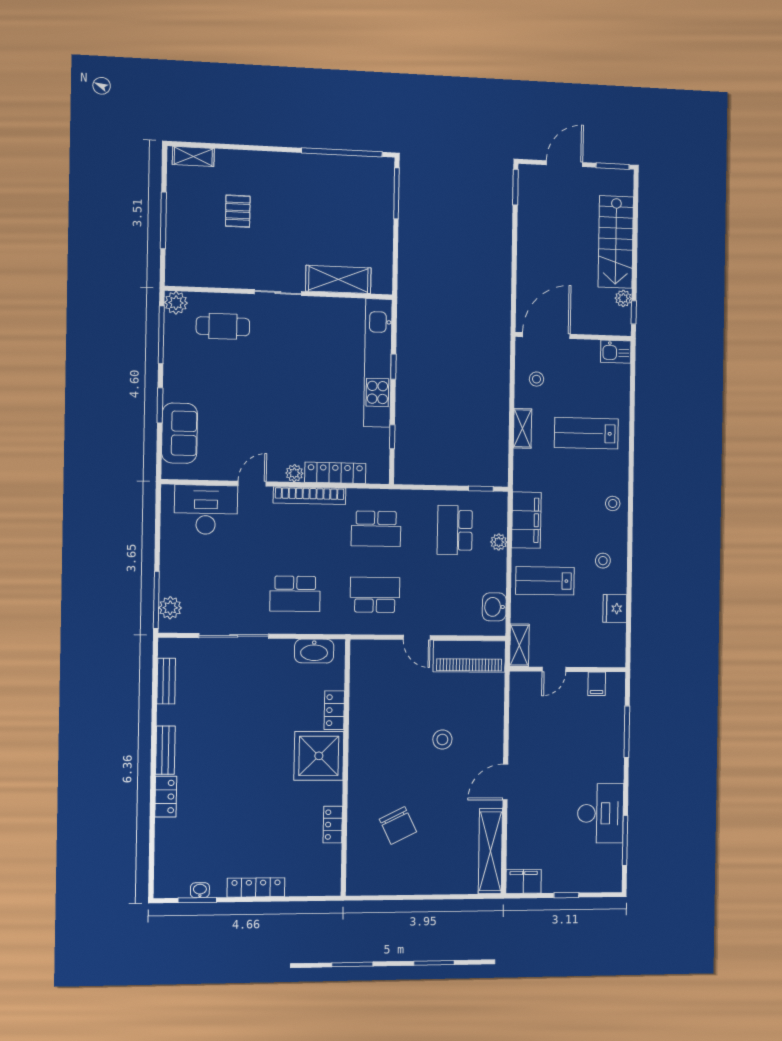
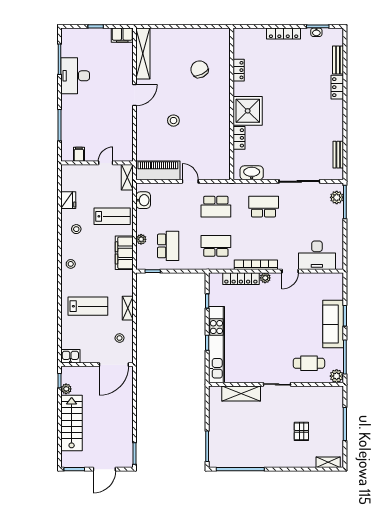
sofa: (179, 433) -> (333, 324), moved, width x1.36
bench: (165, 750) -> (338, 60), moved

